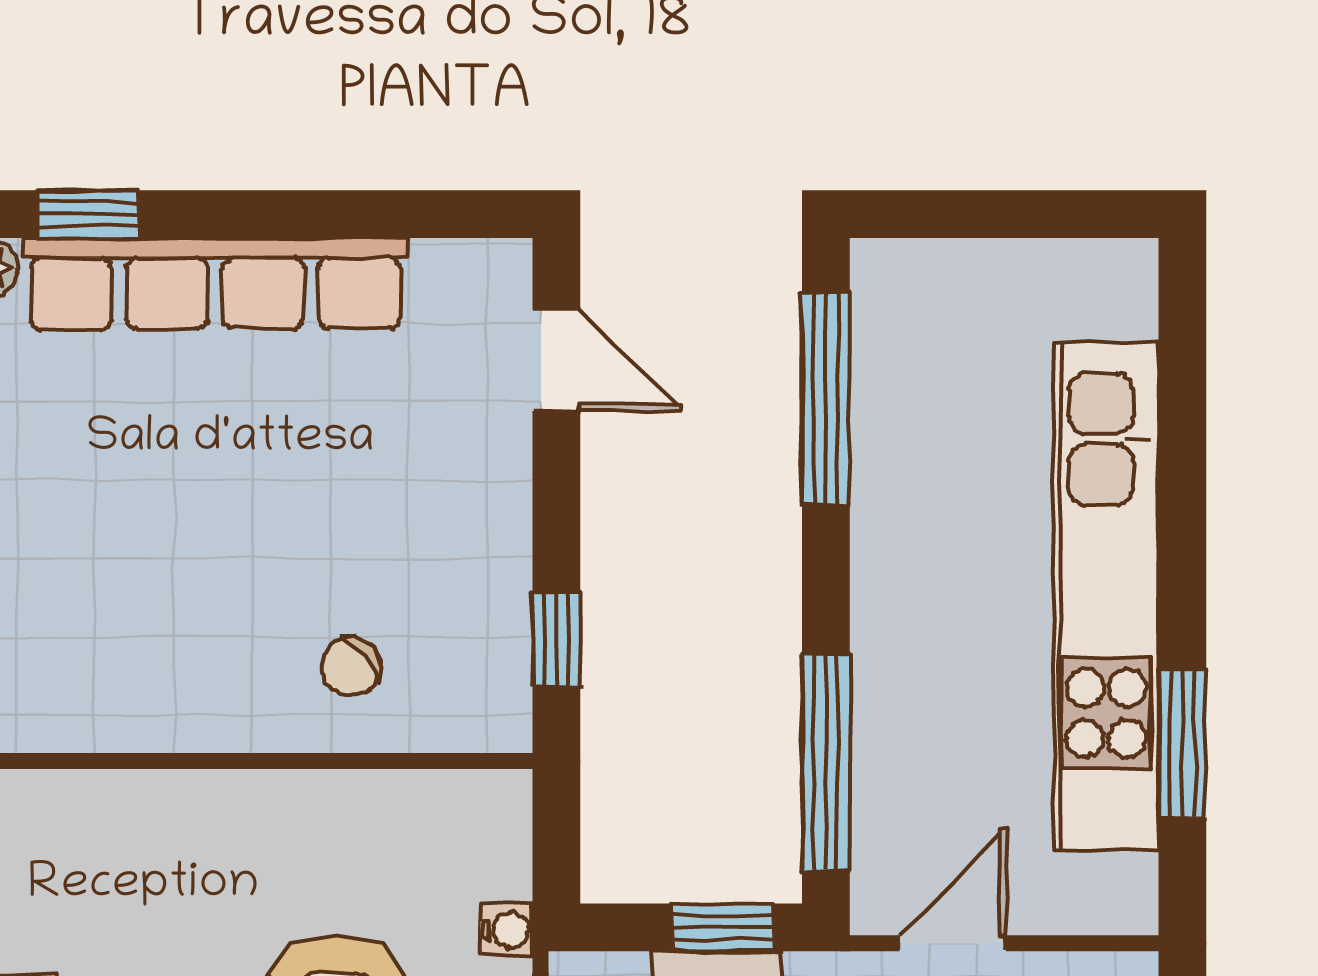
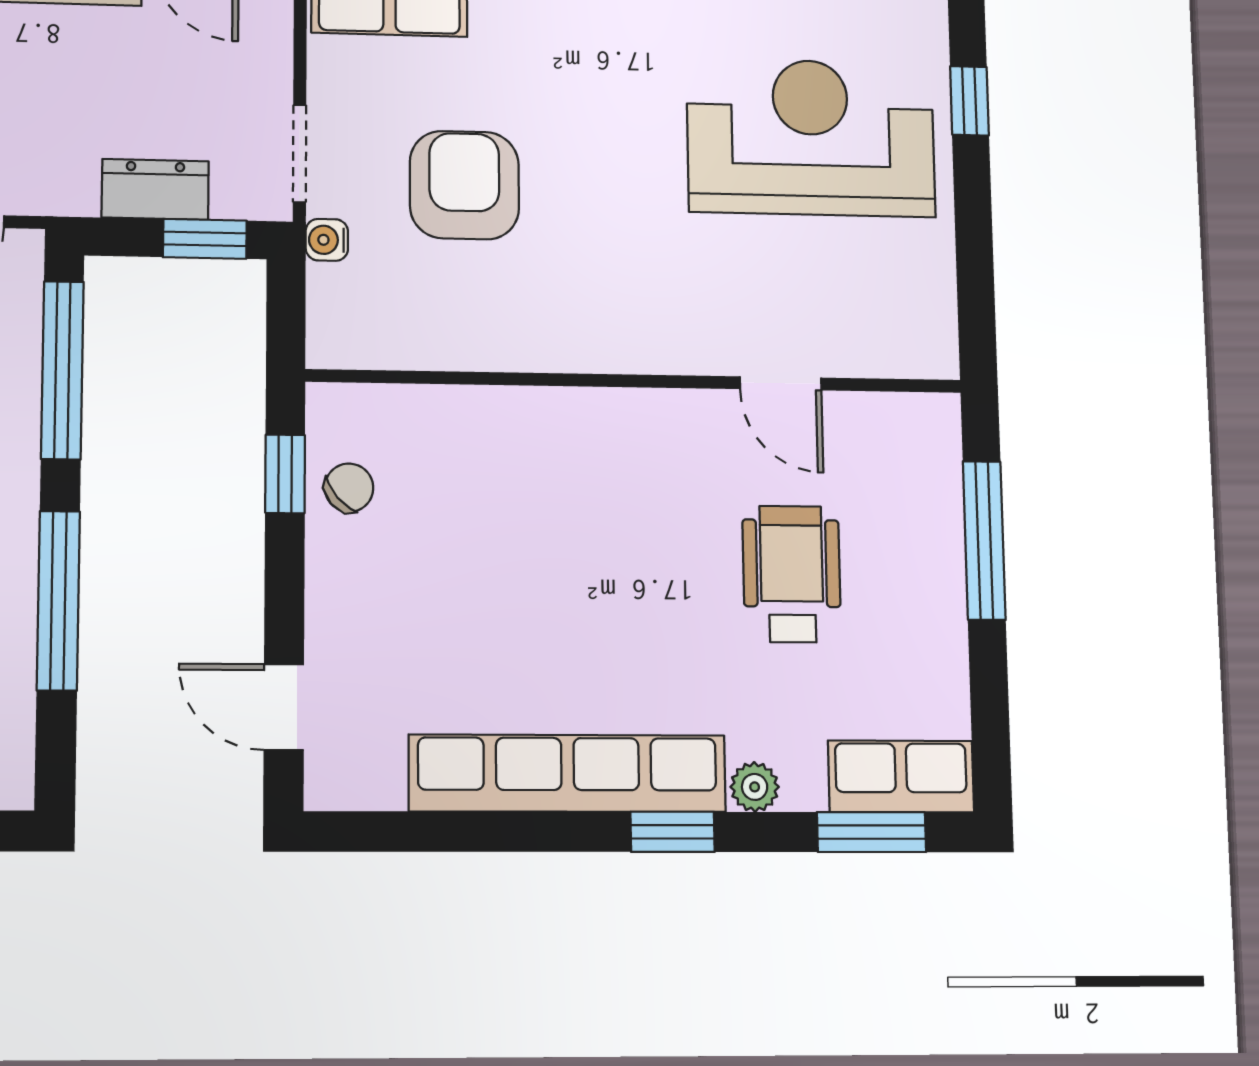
window: (826, 398) -> (58, 601), moved
chair: (351, 667) -> (349, 488), moved
window: (723, 927) -> (205, 239), moved

